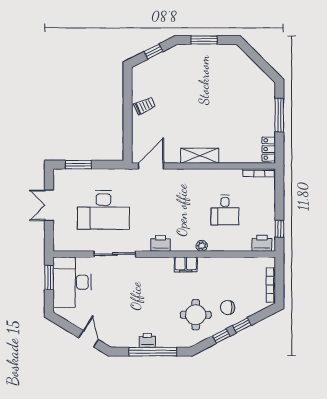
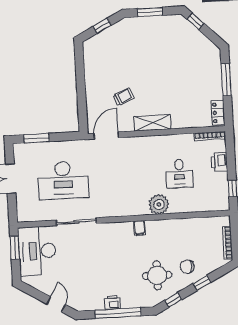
window: (251, 52) -> (195, 21), added
trolley: (145, 106) -> (124, 97), moved
printer: (161, 243) -> (120, 209), removed
printer: (262, 243) -> (219, 162), moved, turned -90
plant: (202, 246) -> (159, 204), width x1.88, depth x1.88
filing cabinet: (186, 264) -> (139, 228), width x0.50
window: (221, 336) -> (173, 300), moved

